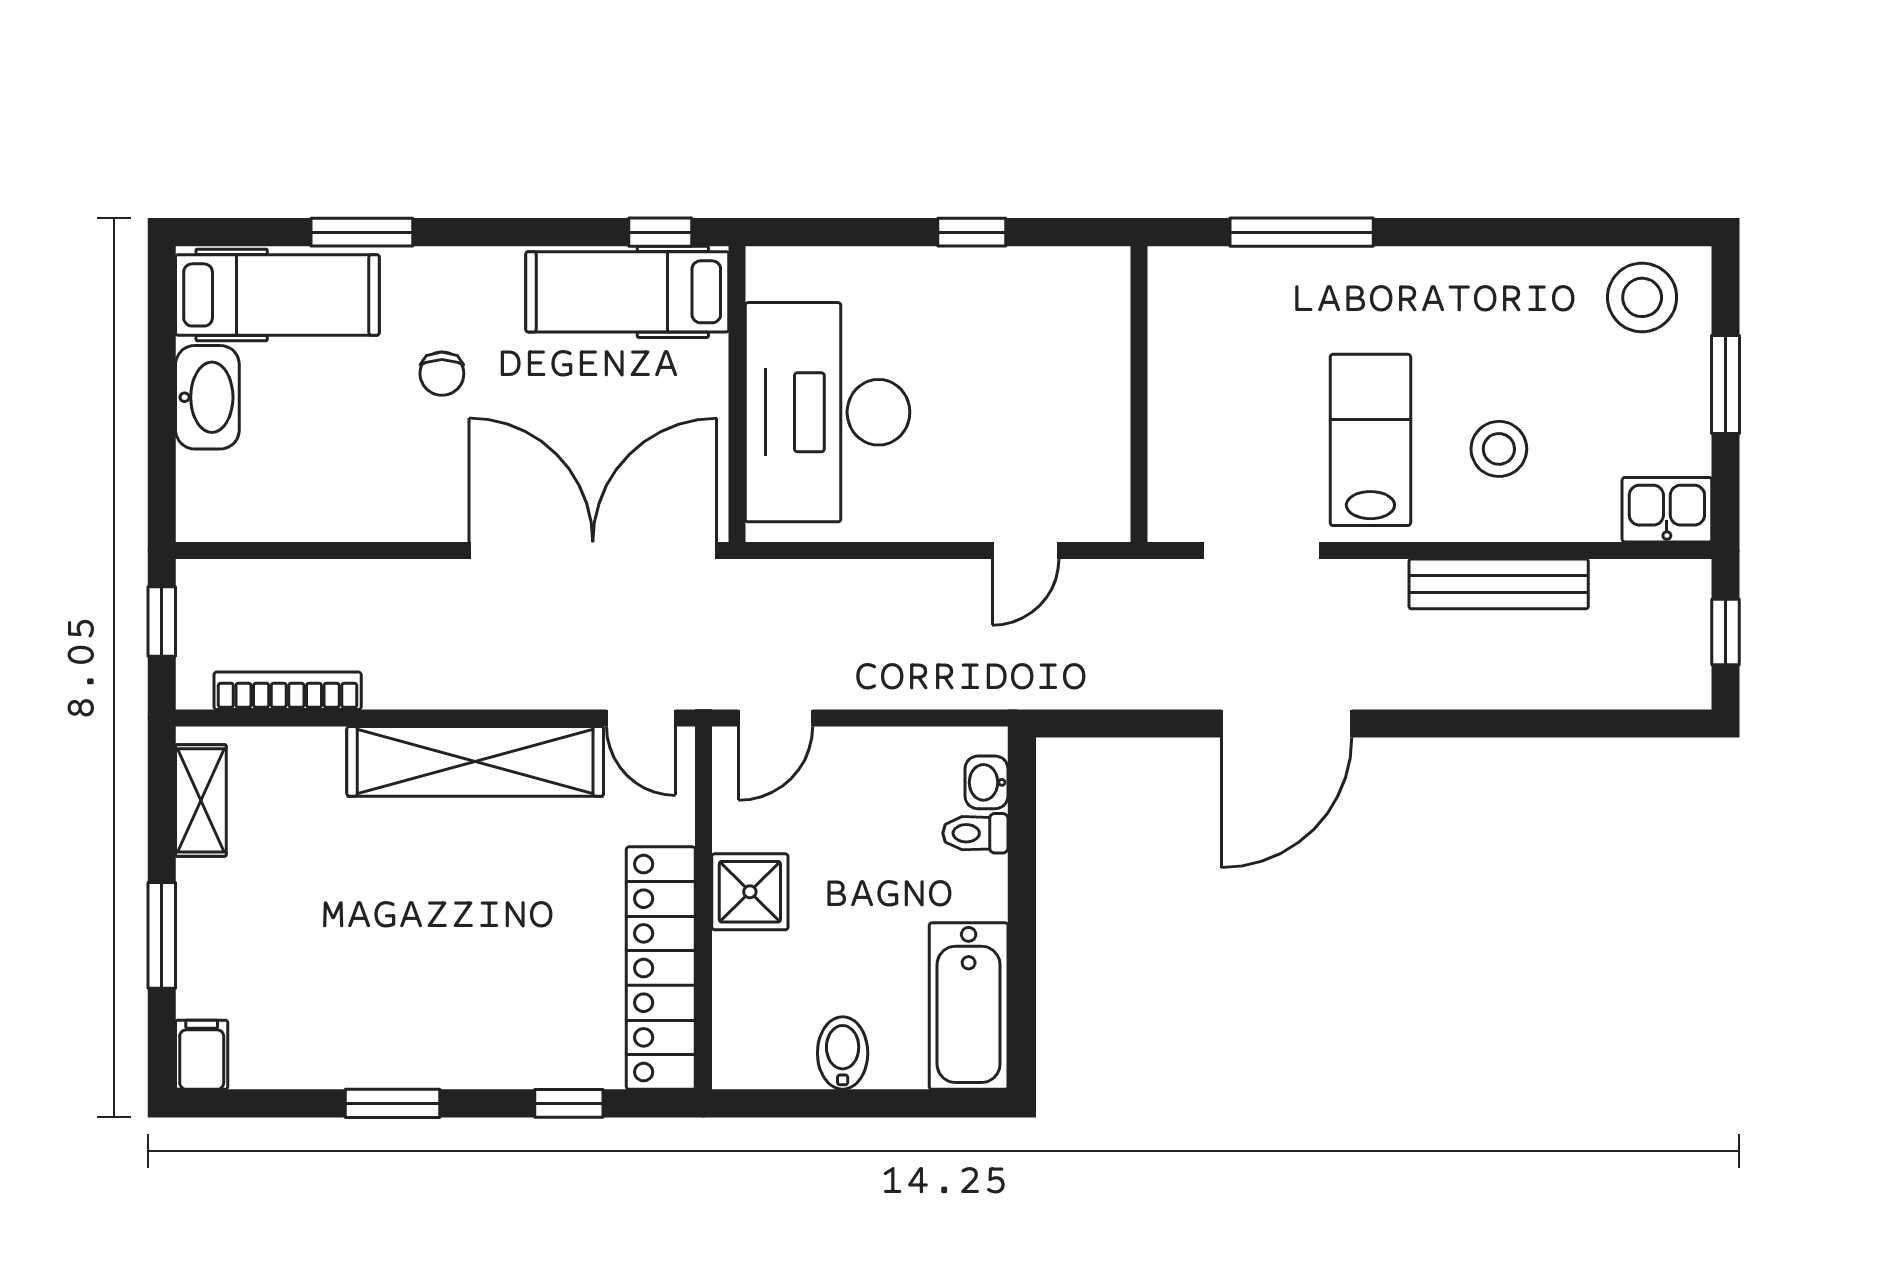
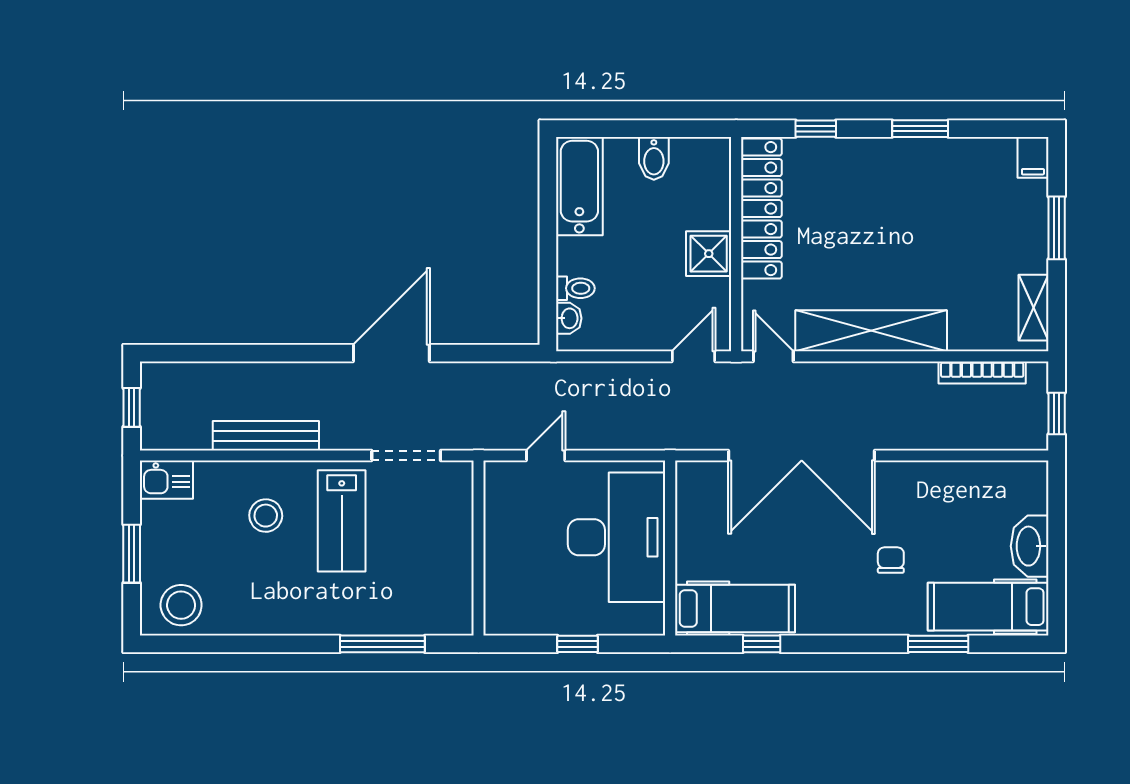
hospital bed: (627, 292) -> (735, 608), moved
wall: (737, 394) -> (670, 548), moved
desk: (828, 412) -> (617, 537), moved

